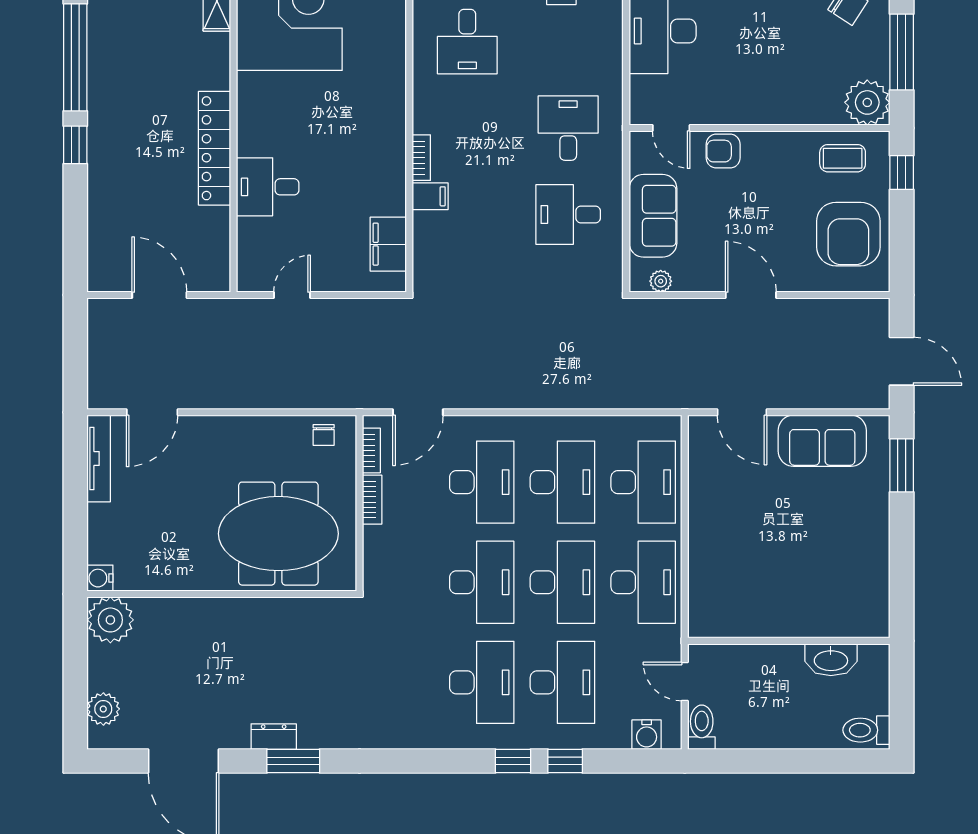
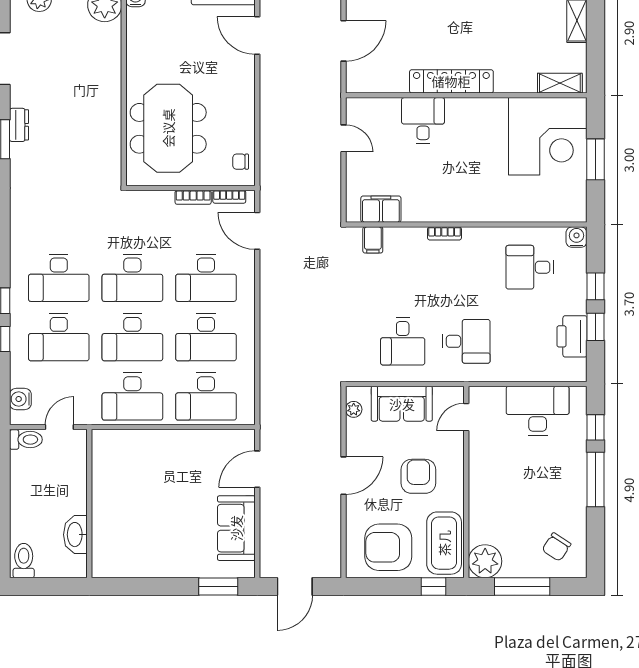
armchair: (723, 151) -> (418, 476), moved, width x1.38, depth x1.38
coffee table: (843, 158) -> (444, 543), width x1.86, depth x1.72
filing cabinet: (430, 196) -> (373, 240), moved
desk: (568, 214) -> (403, 341), turned 180

